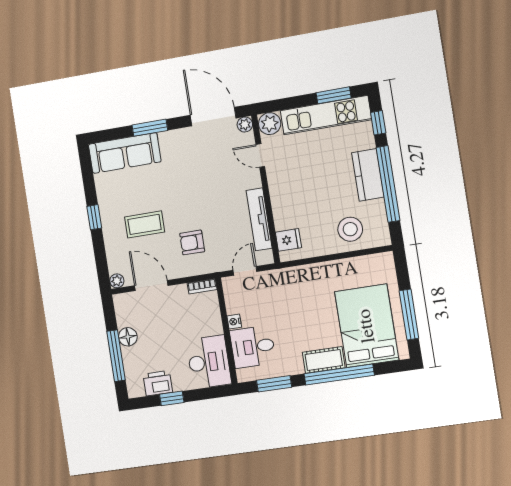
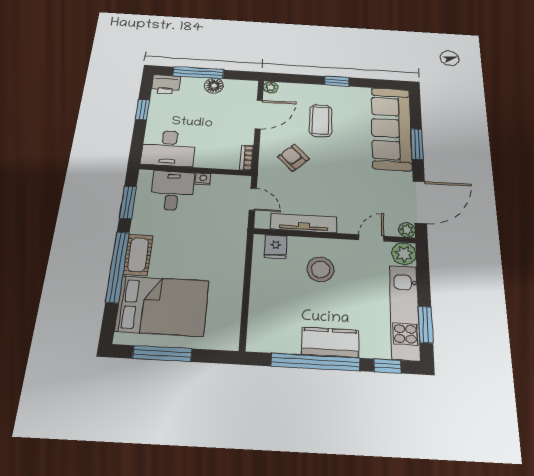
sofa: (125, 153) -> (391, 128), width x1.36, depth x1.27
stool: (350, 229) -> (321, 269), moved
armchair: (192, 242) -> (293, 158), turned -44
printer: (158, 383) -> (166, 84), moved, turned 90

